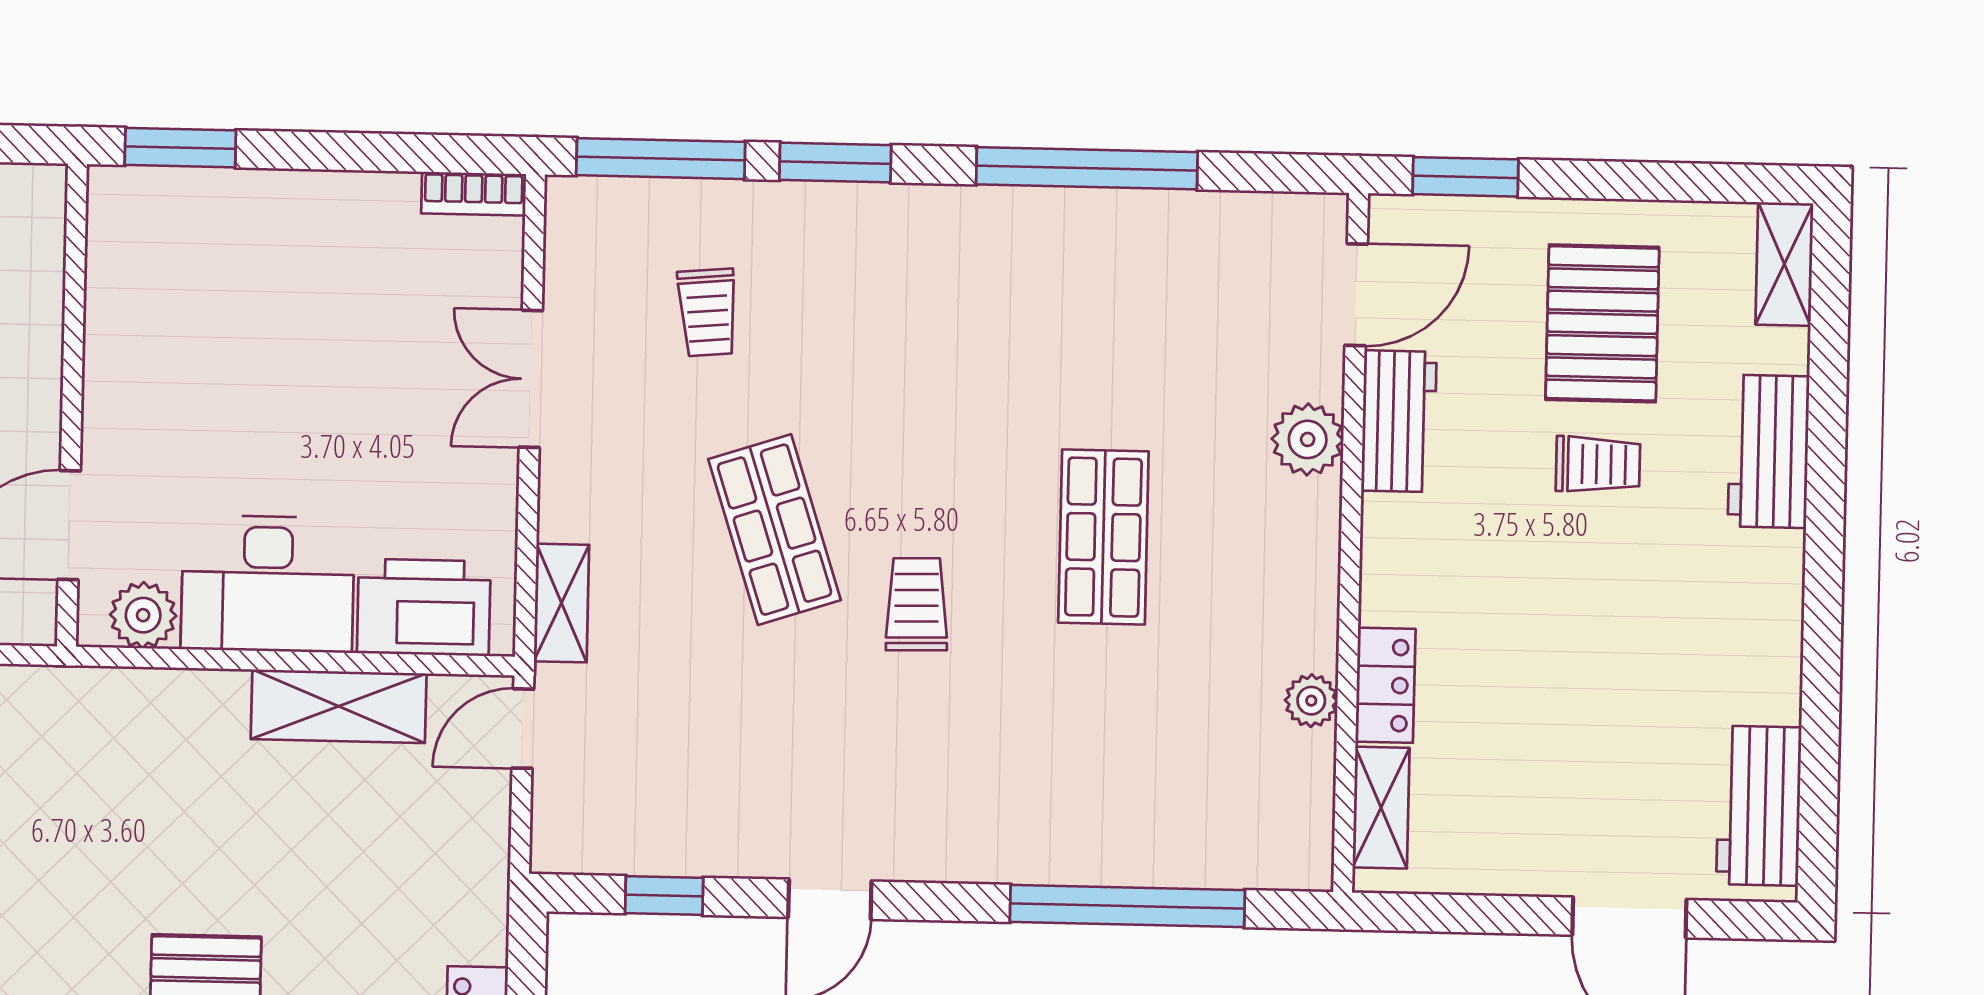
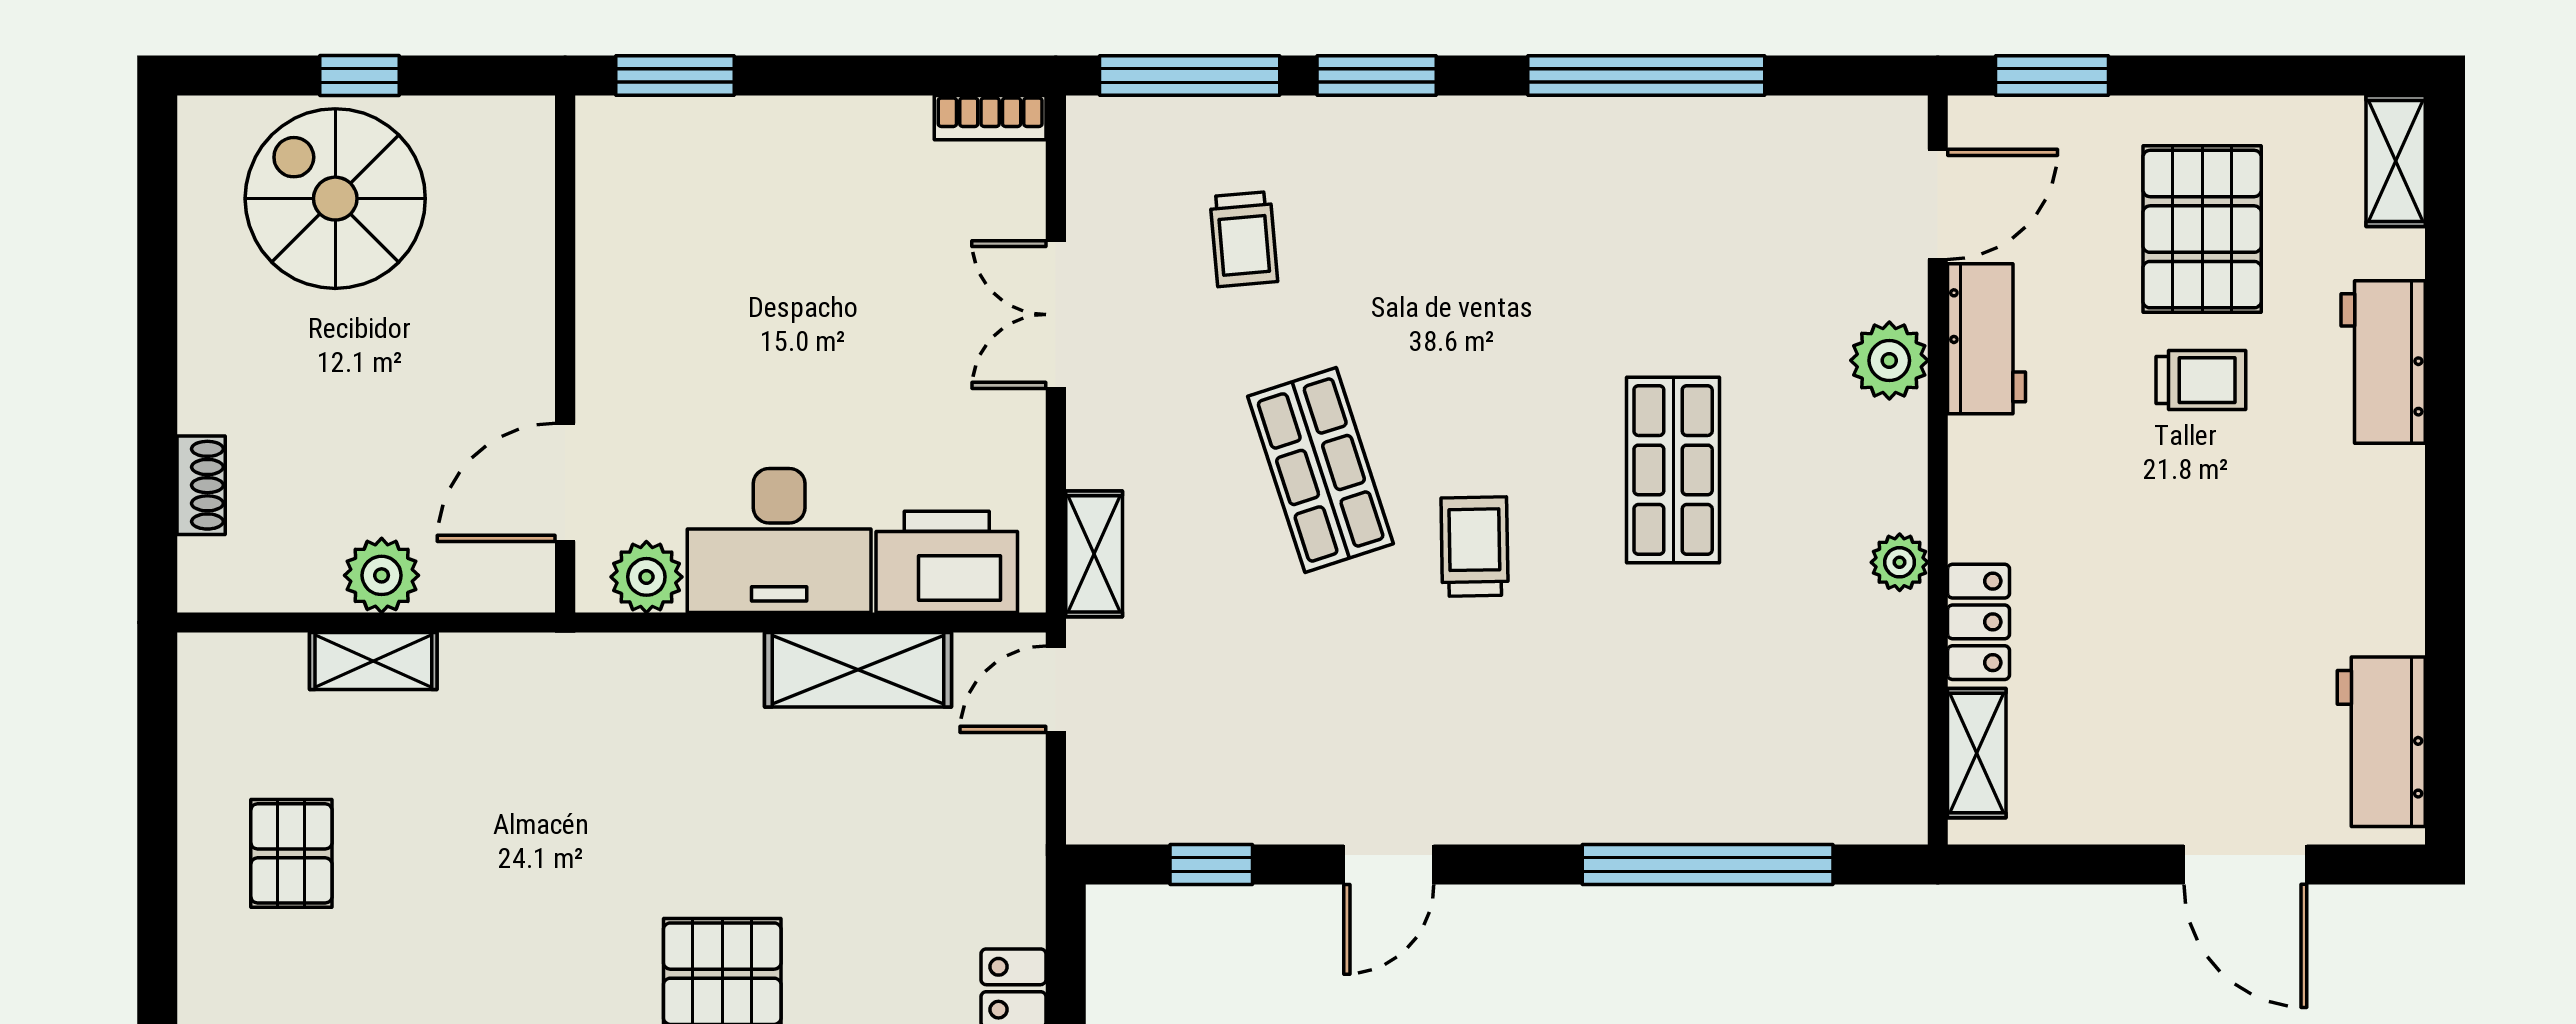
plant: (1311, 701) -> (1900, 562), moved

